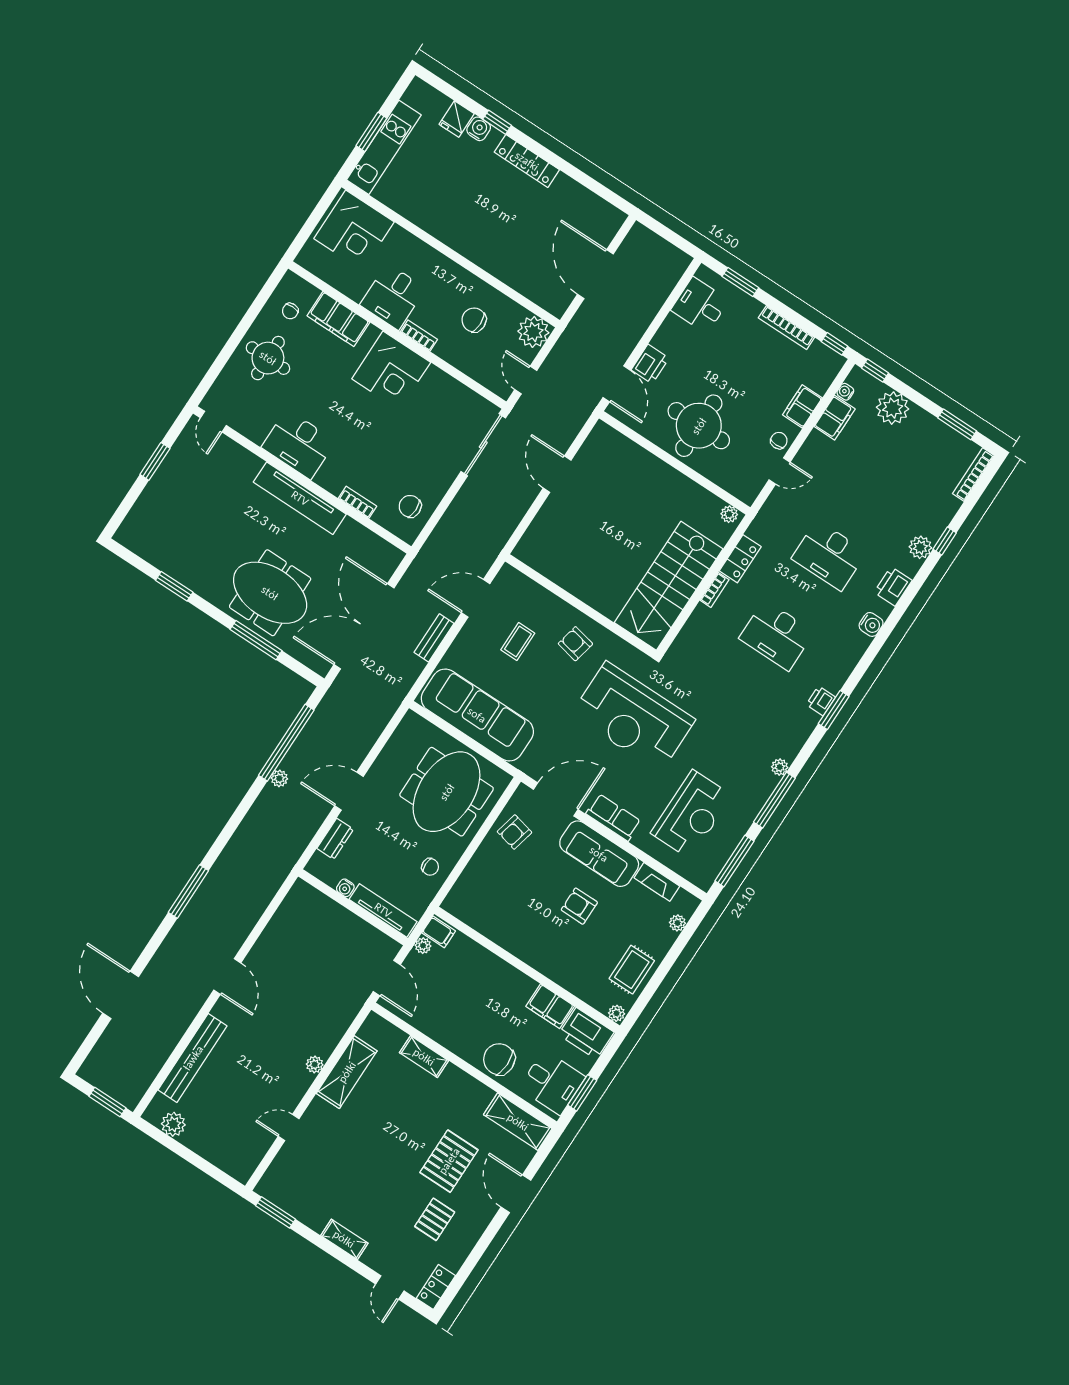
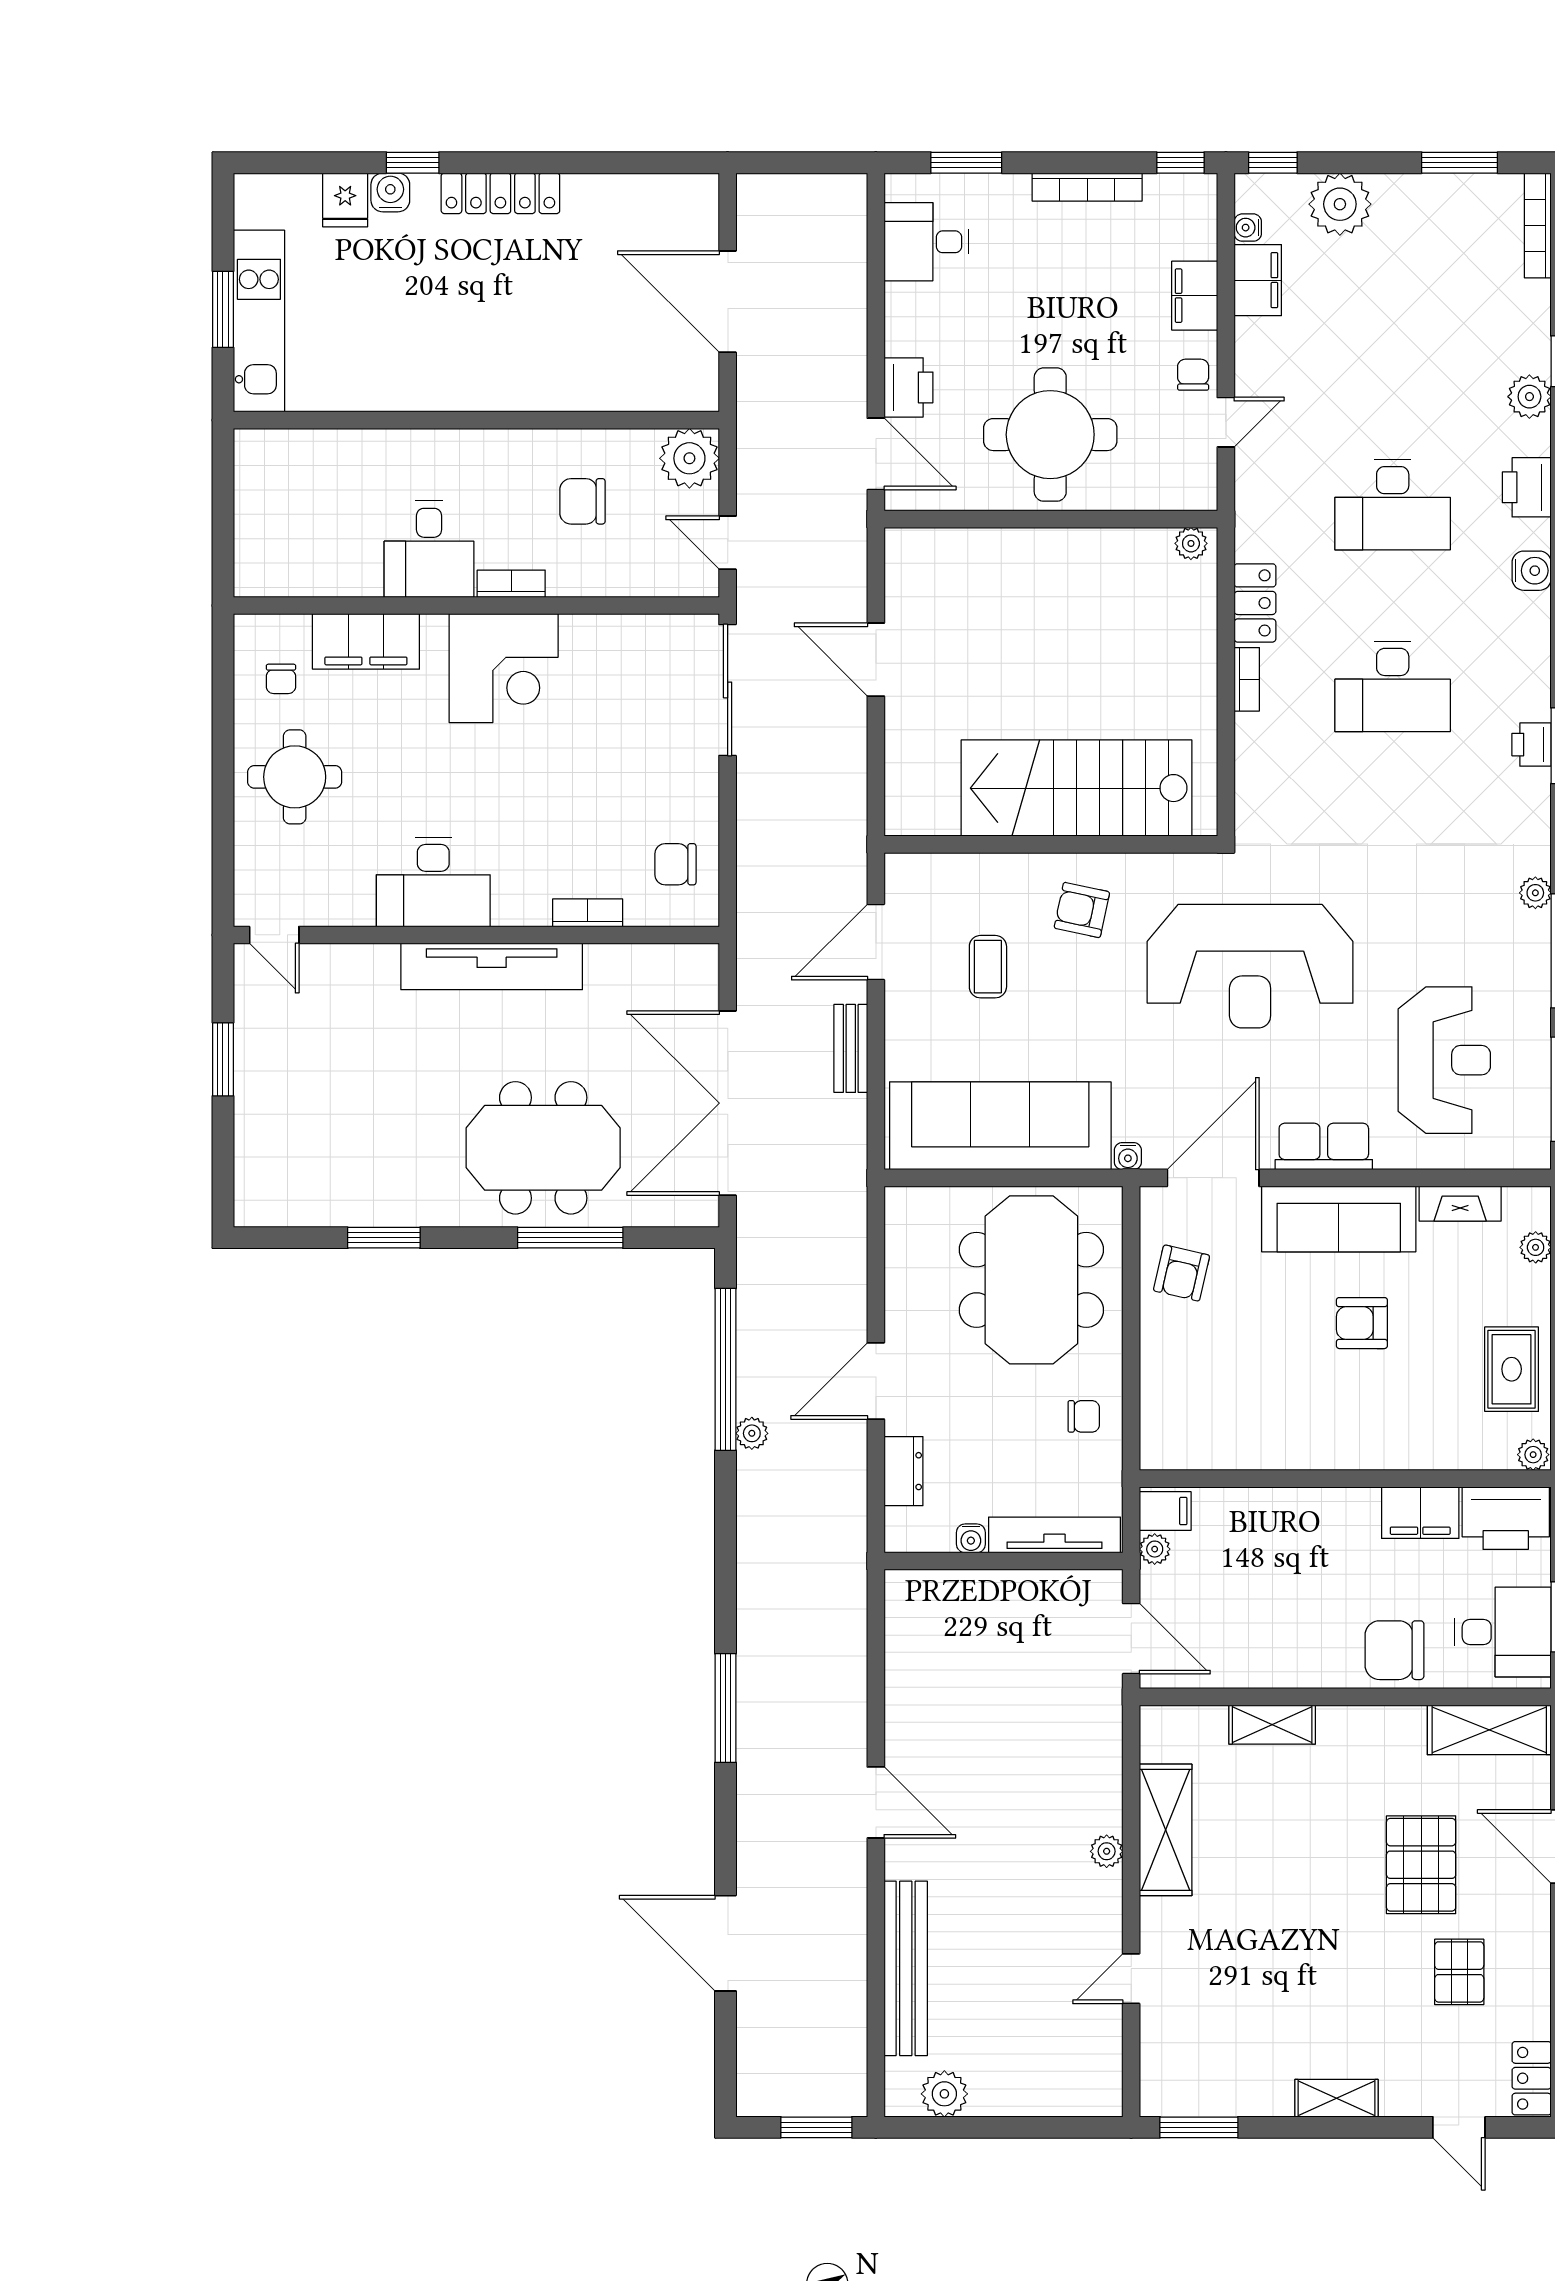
corner desk: (354, 230) -> (298, 484), removed
stairs: (669, 586) -> (1077, 788), moved, turned 90
water cooler: (525, 765) -> (1128, 1156), added

